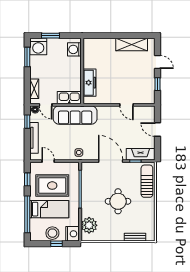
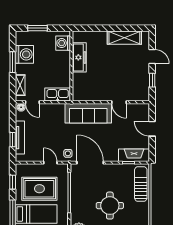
washing machine: (38, 47) -> (24, 54), moved, turned -90
window: (27, 57) -> (13, 62), moved
freezer: (89, 83) -> (79, 57), moved
sofa: (75, 115) -> (88, 113), moved
window: (27, 122) -> (13, 140), moved
door: (48, 161) -> (50, 163), moved
door: (111, 161) -> (90, 163), moved

